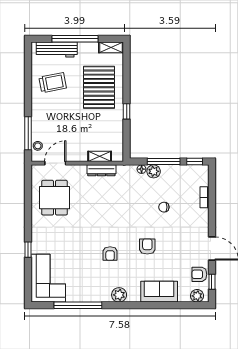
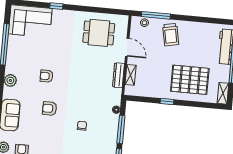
trolley: (53, 83) -> (171, 35), moved
door: (55, 163) -> (127, 47), moved
plant: (154, 171) -> (113, 120), removed
armchair: (147, 246) -> (50, 109), turned 180

